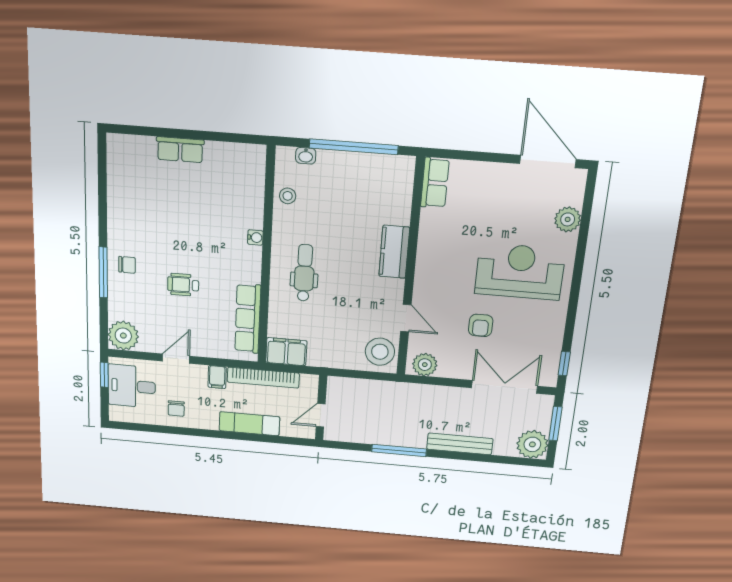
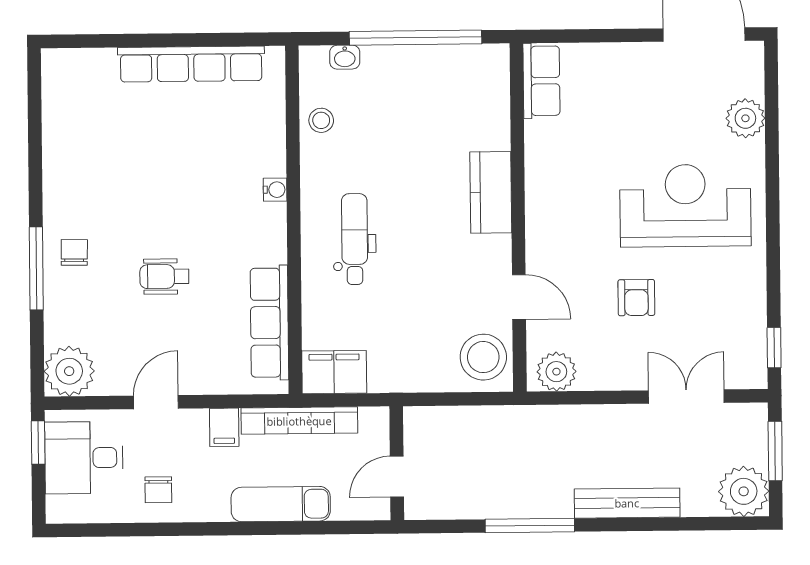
row of seats: (180, 150) -> (191, 64), width x2.02
chair: (127, 265) -> (74, 252), turned -89
double door: (504, 387) -> (686, 397), width x0.73

